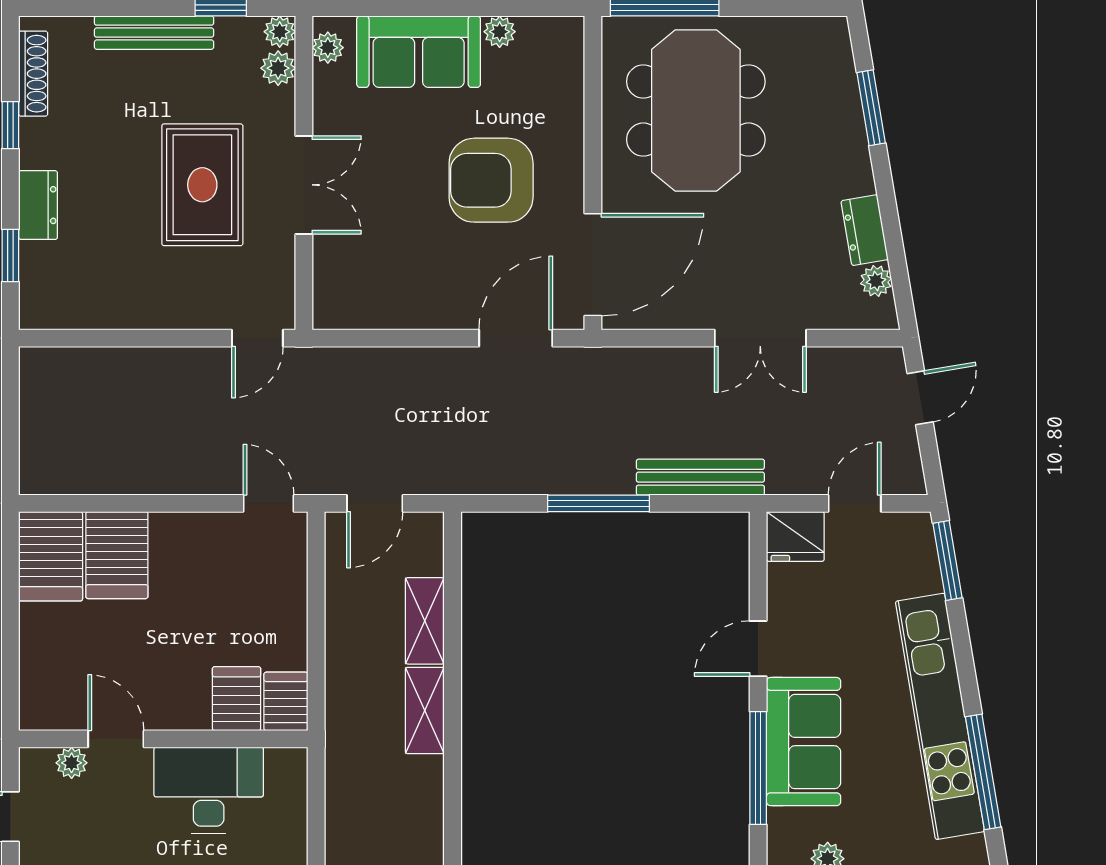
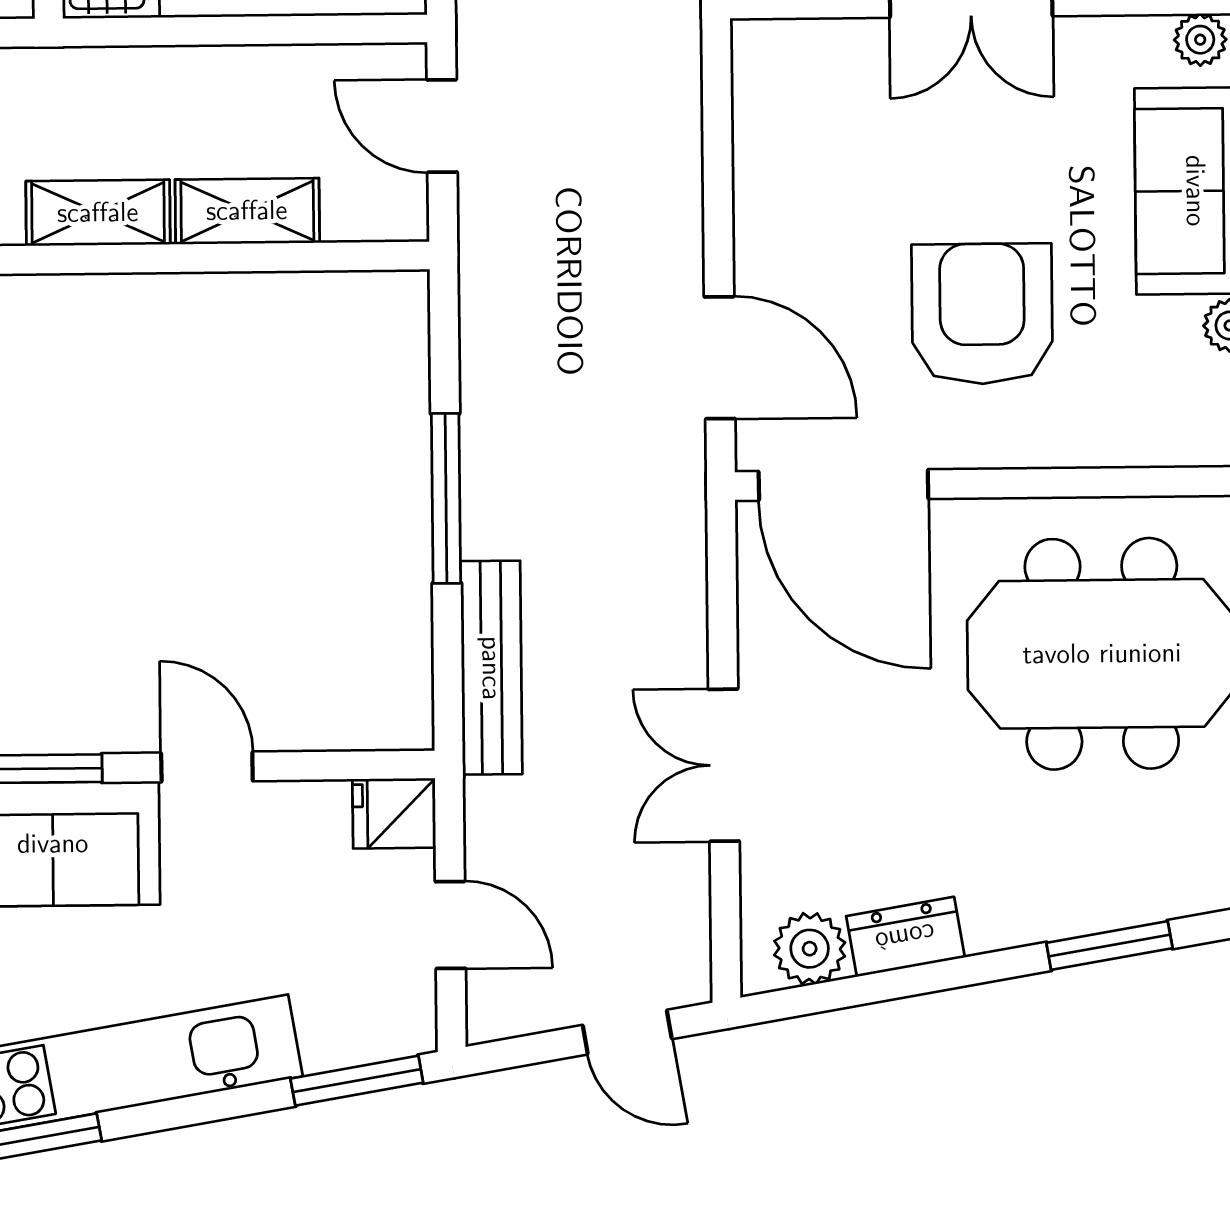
plant: (876, 281) -> (810, 949), width x1.38, depth x1.38
fridge: (795, 536) -> (394, 813), width x0.72

